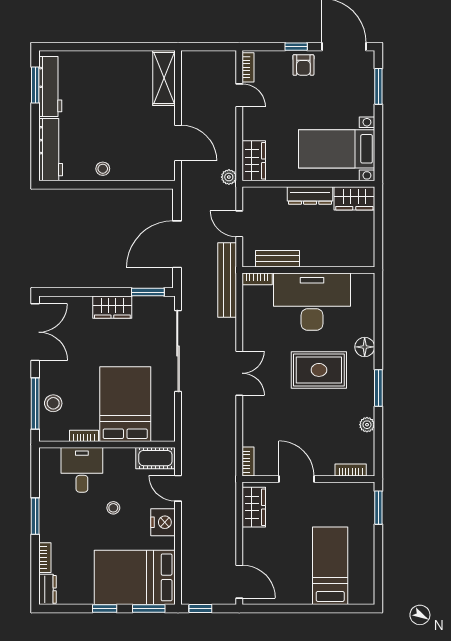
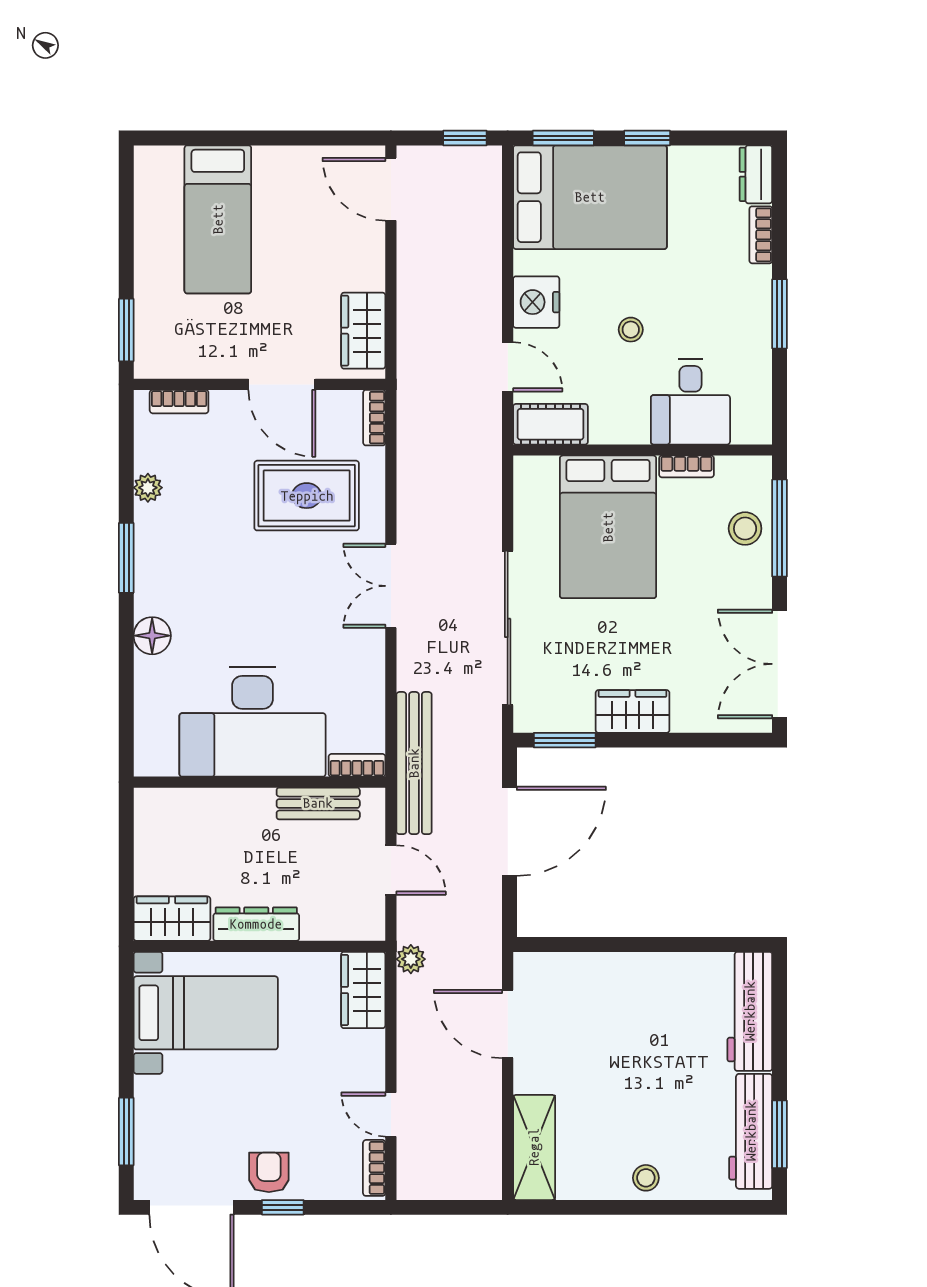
stool: (103, 169) -> (646, 1178), moved
rug: (319, 370) -> (307, 496), moved

